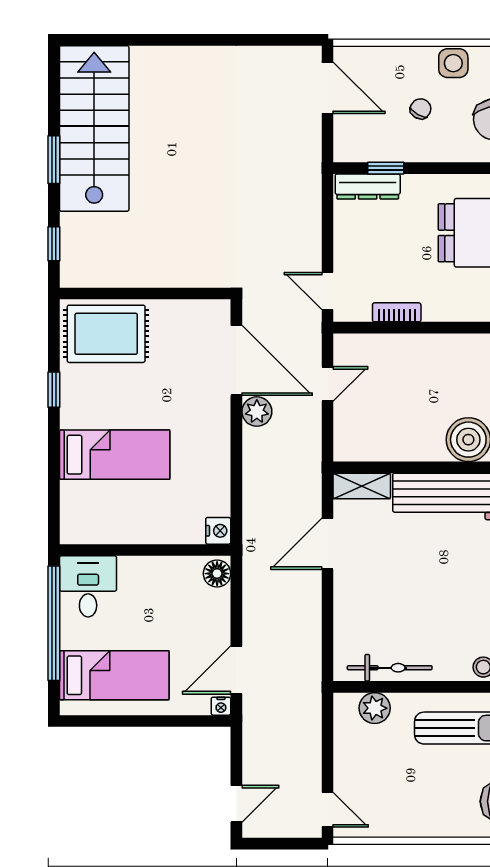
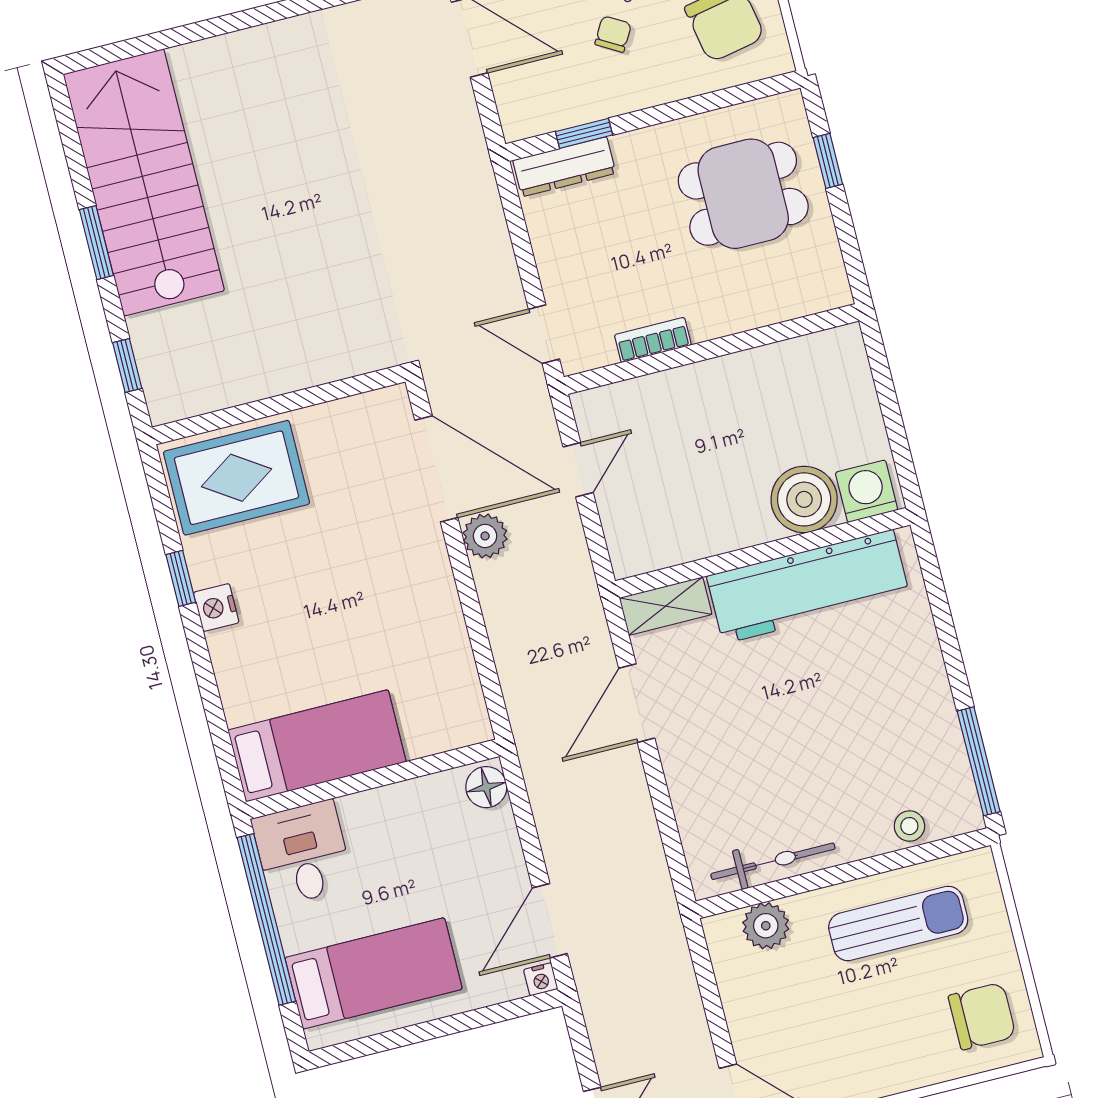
bed: (115, 455) -> (317, 746), moved
nightstand: (218, 531) -> (216, 608), moved, turned 180

